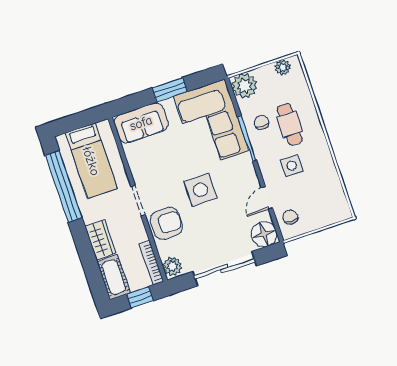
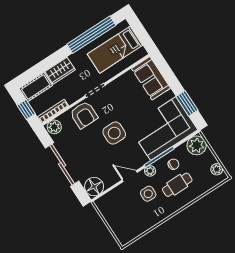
window: (170, 90) -> (187, 103), moved
plant: (262, 155) -> (150, 171), added
door: (267, 198) -> (130, 176), moved
chair: (290, 217) -> (111, 202), removed

